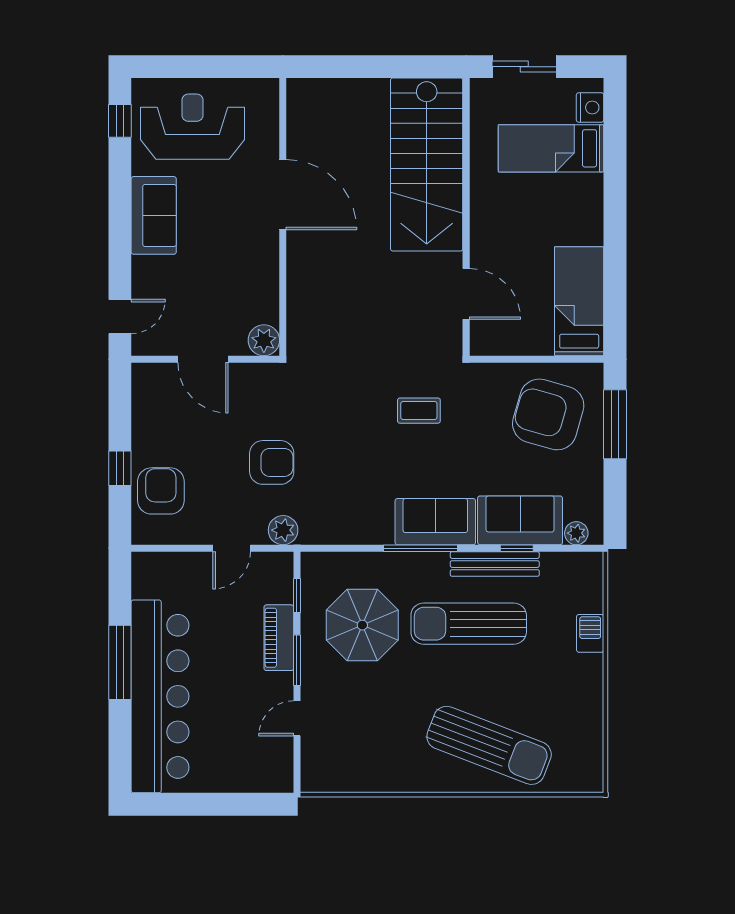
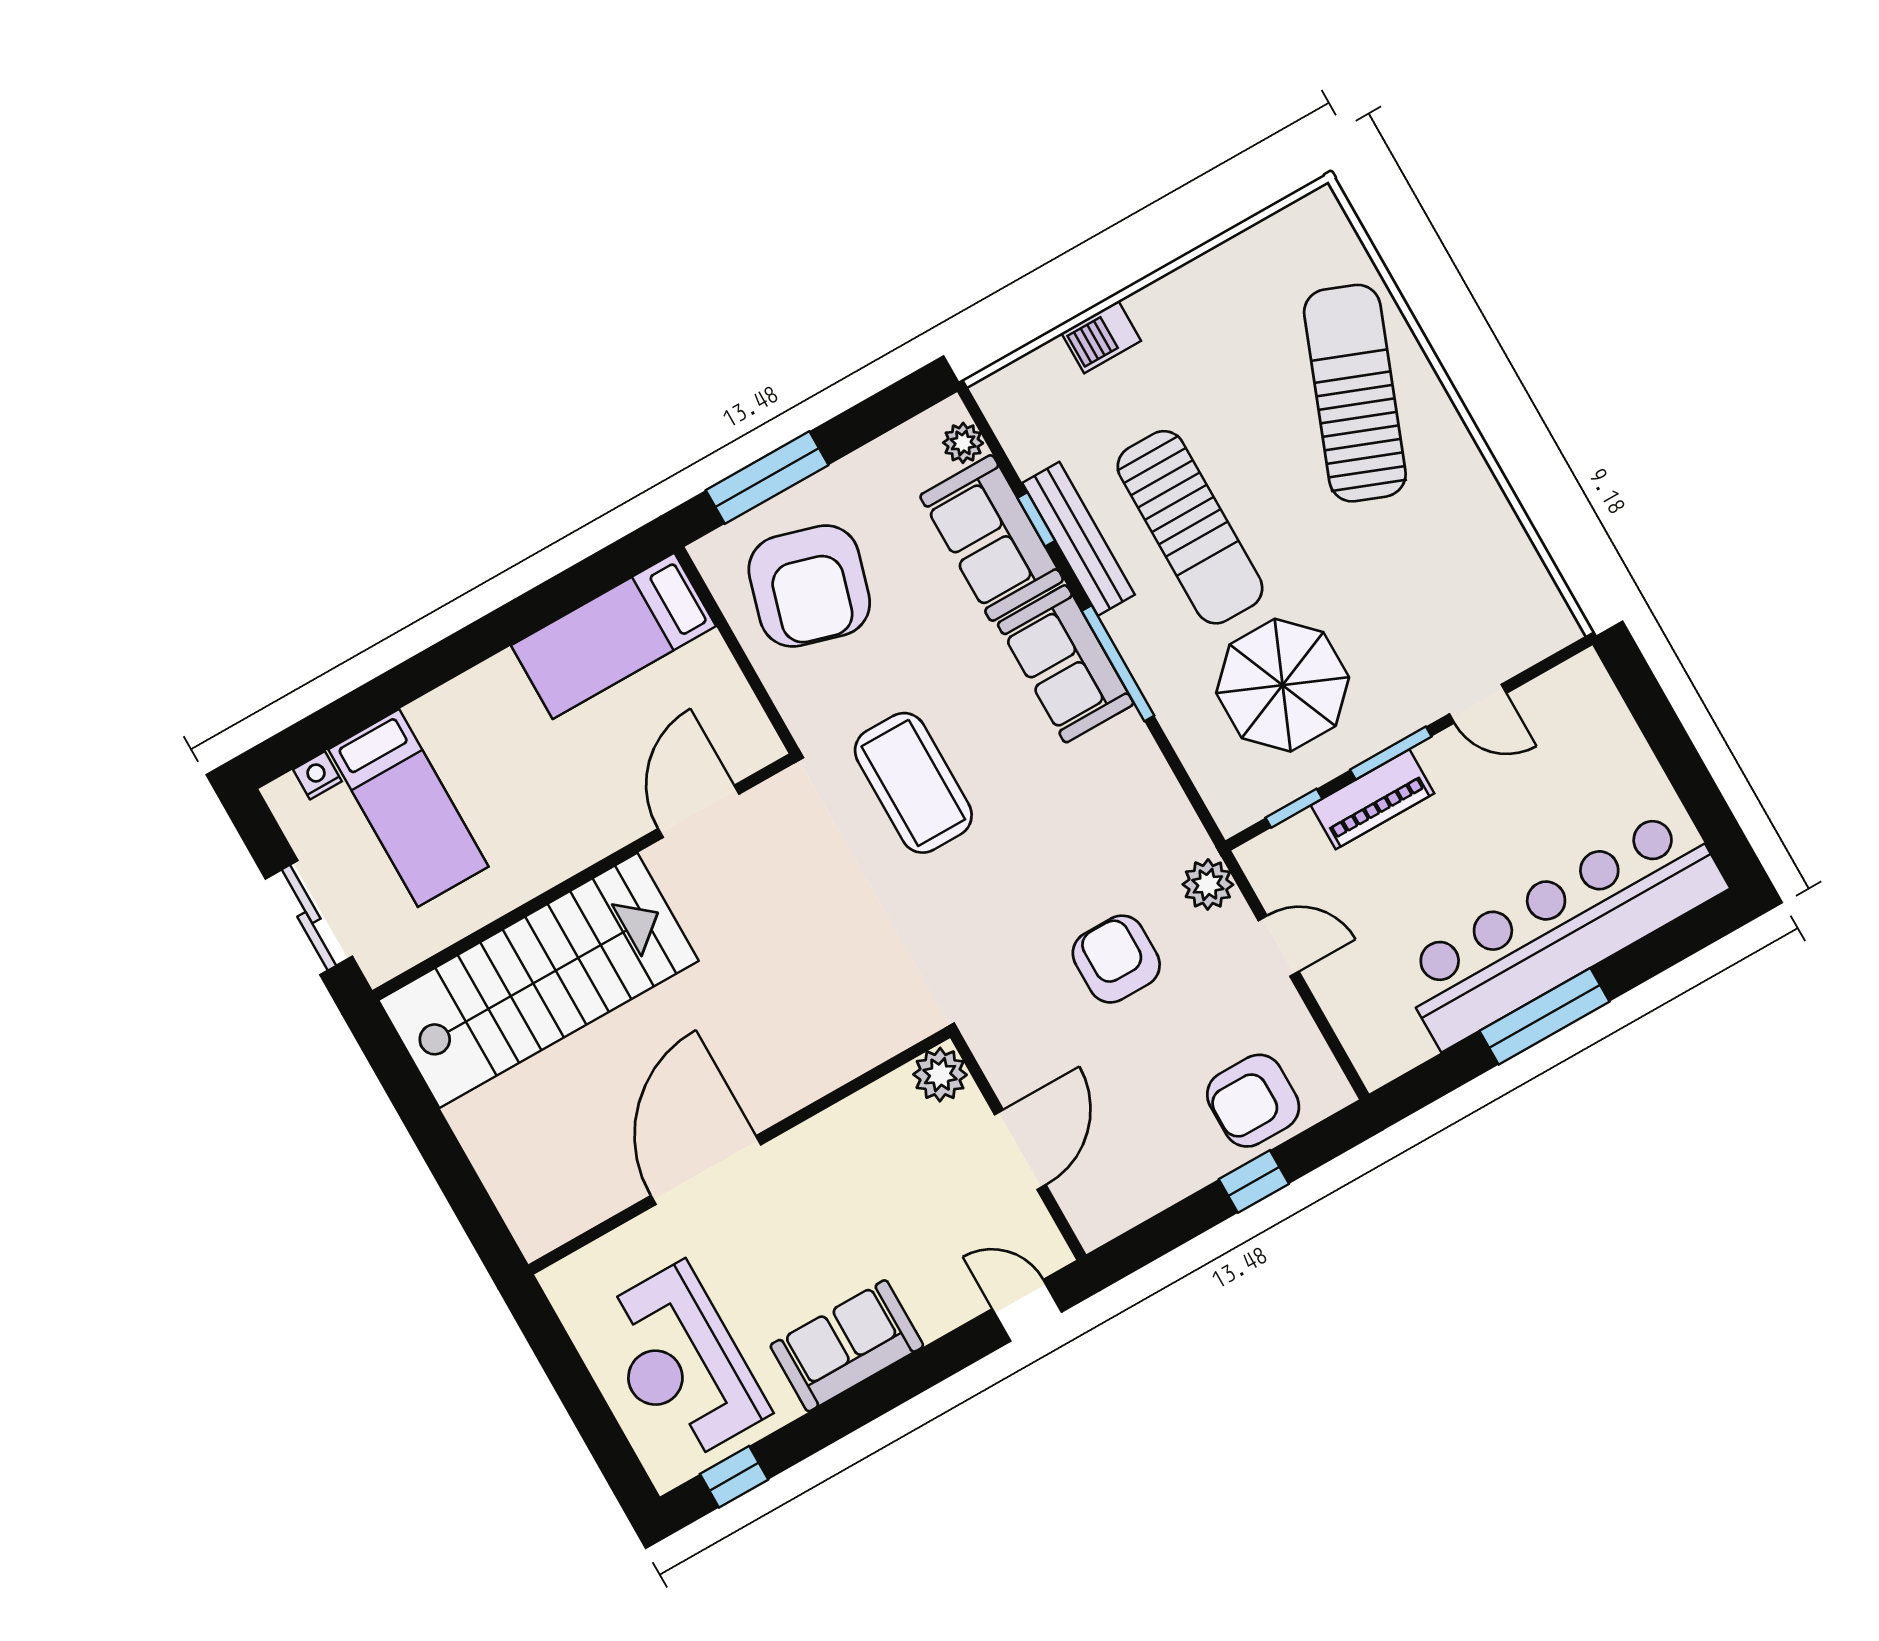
nightstand: (590, 108) -> (317, 775), width x0.72, depth x0.74
coffee table: (419, 411) -> (913, 783), width x1.86, depth x1.72

